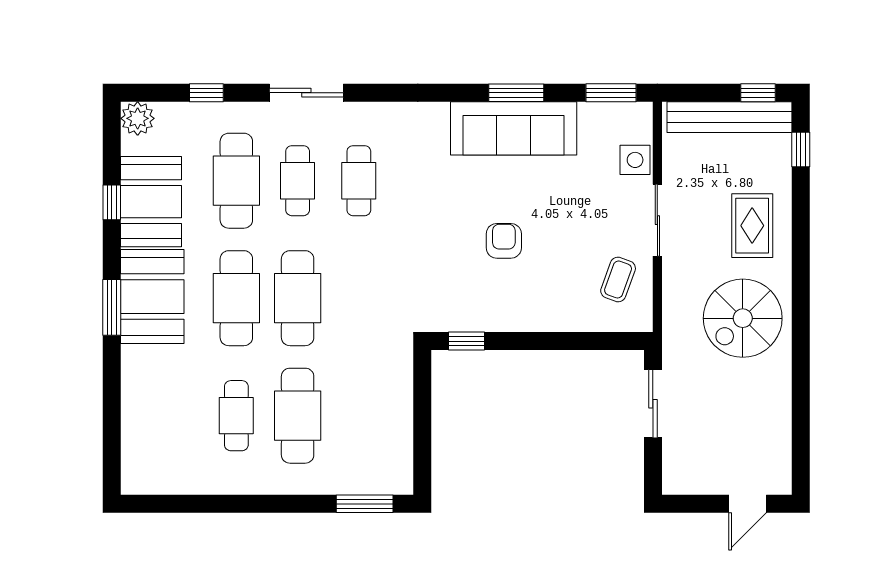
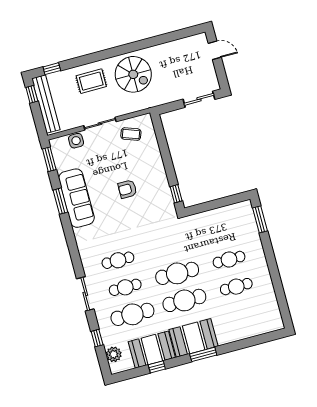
plant: (138, 118) -> (114, 354), moved
sliding door: (653, 404) -> (199, 99), moved
cafe table: (298, 416) -> (229, 259), width x0.73, depth x0.74

